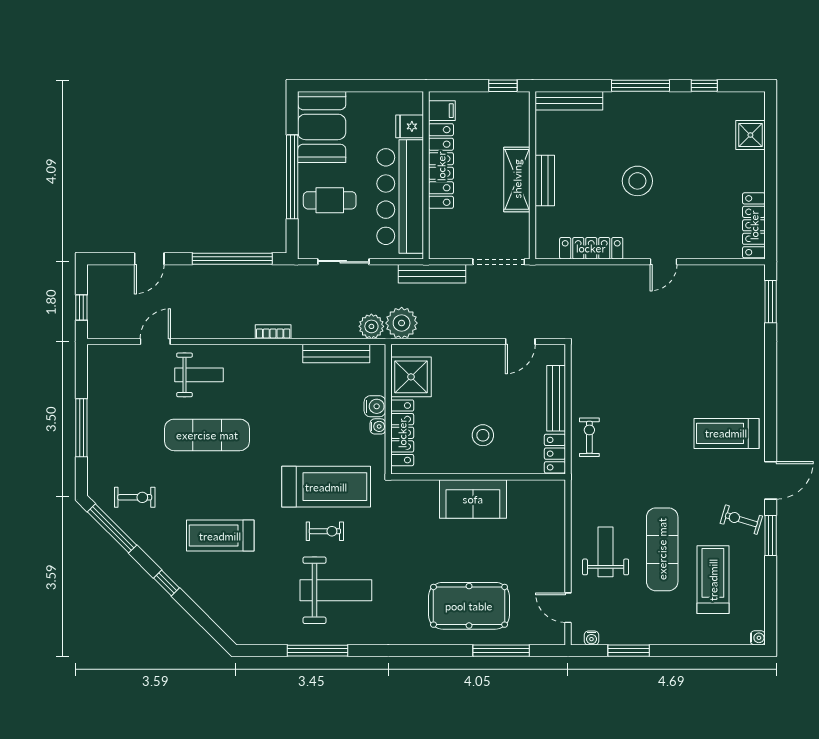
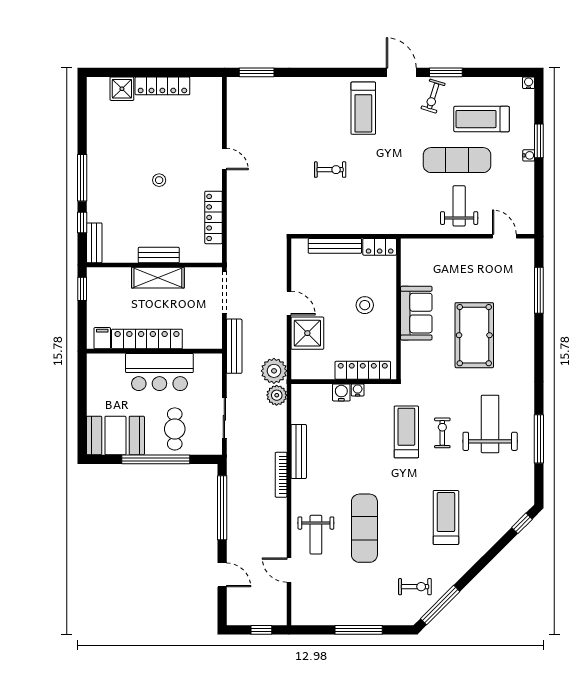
window: (704, 86) -> (82, 222), moved
bench: (569, 101) -> (94, 243), width x0.73
fridge: (410, 126) -> (115, 364), removed
stool: (637, 181) -> (159, 180), width x0.53, depth x0.53
bar counter: (400, 197) -> (159, 372), width x0.73
locker: (754, 225) -> (162, 86), moved
bookcase: (273, 332) -> (281, 475), width x1.56
door: (520, 342) -> (289, 303), moved
bench: (336, 354) -> (299, 451), moved
weight bench: (199, 375) -> (316, 535), turned 180
shower: (411, 377) -> (307, 333), moved
exercise bike: (589, 437) -> (330, 170), moved, turned 180
treadmill: (326, 487) -> (406, 432), width x0.73, depth x0.73
exercise bike: (135, 497) -> (415, 587), turned 90
treadmill: (220, 536) -> (446, 517), turned 180
weight bench: (606, 552) -> (459, 206), turned 90
window: (166, 583) -> (522, 523), moved
pool table: (469, 606) -> (474, 335), moved
door: (568, 608) -> (504, 236), swing flipped
water cooler: (591, 638) -> (529, 155), moved
window: (629, 651) -> (539, 141), moved

